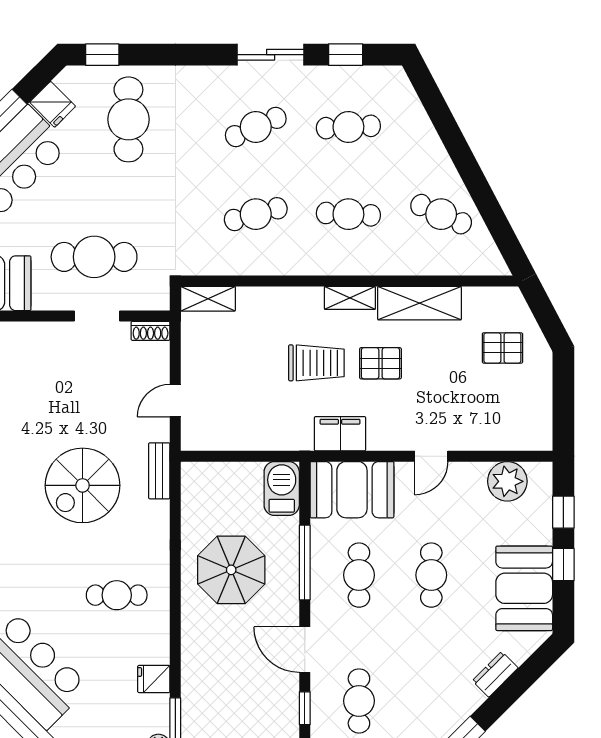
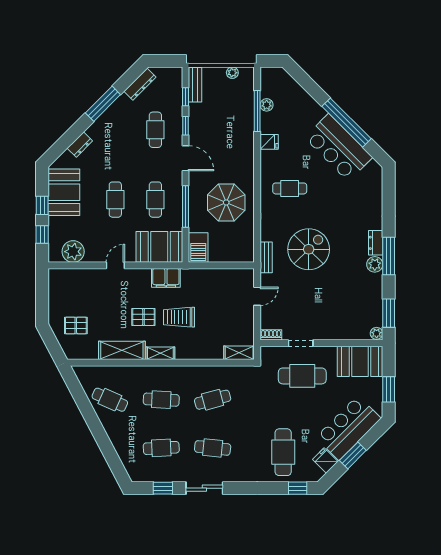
cafe table: (256, 127) -> (213, 448), turned 30

